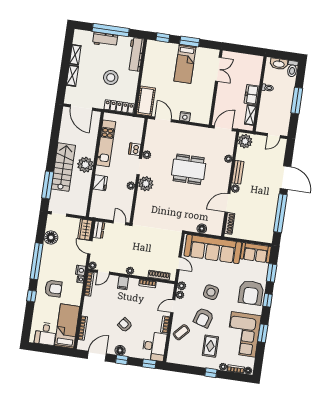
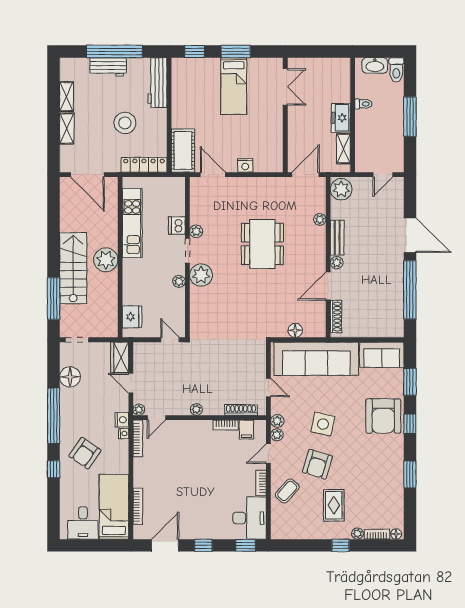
dining table: (189, 169) -> (262, 244), turned 90
fridge: (100, 183) -> (132, 317), moved
dresser: (99, 230) -> (140, 355), removed
filing cabinet: (123, 283) -> (246, 430), moved
armchair: (53, 289) -> (85, 453), turned 125
armchair: (125, 325) -> (201, 492), removed
corner sofa: (243, 334) -> (381, 480), removed
floor lamp: (120, 350) -> (199, 532), removed

